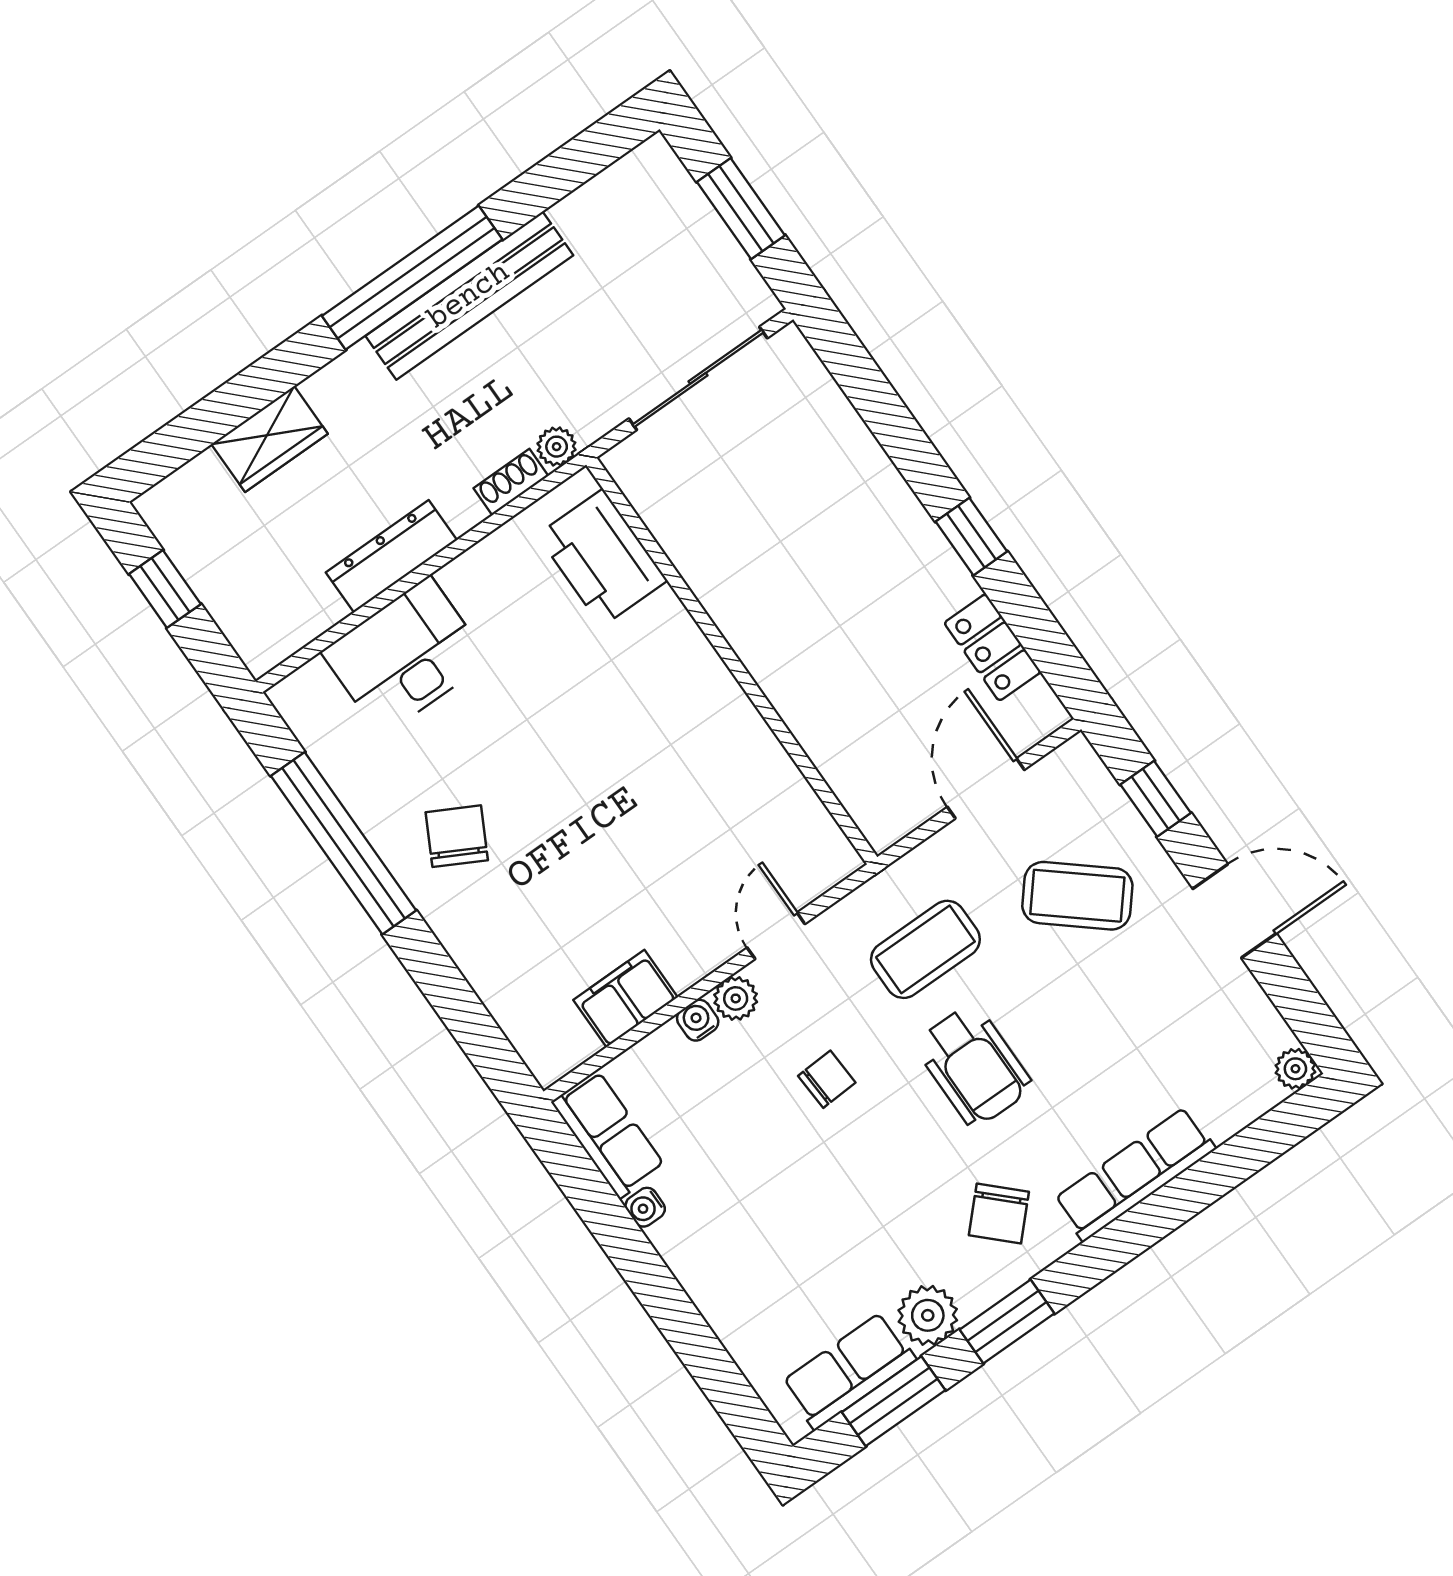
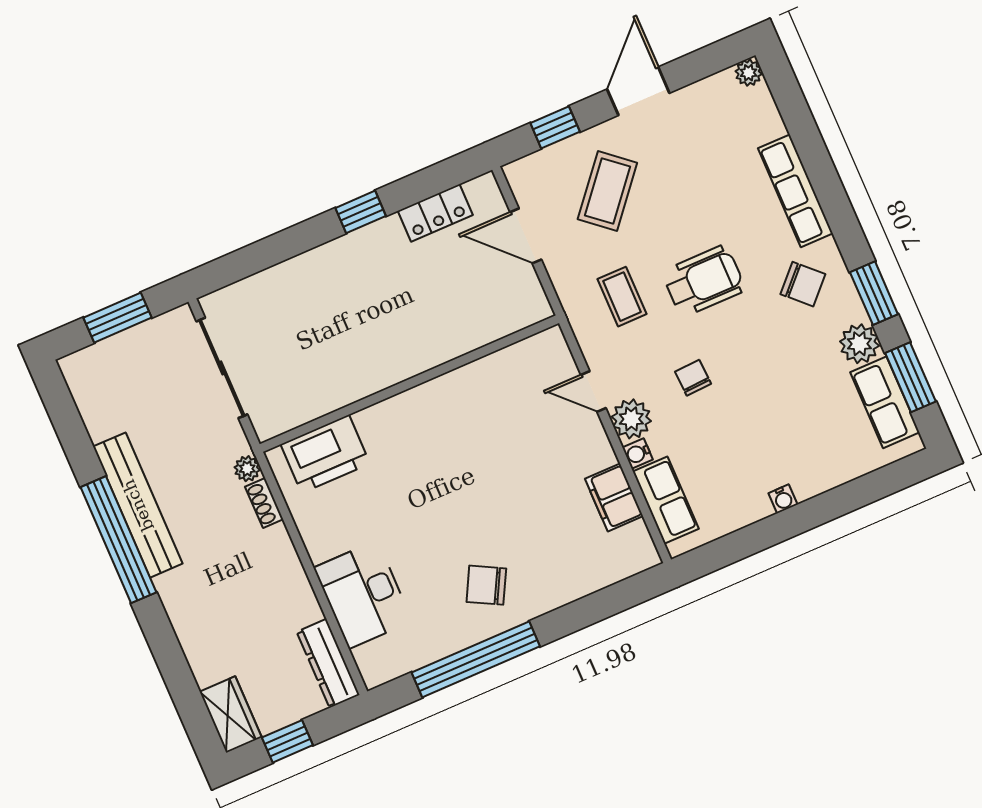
wardrobe: (270, 439) -> (231, 715), moved
dresser: (391, 556) -> (328, 663), moved
coffee table: (925, 949) -> (622, 297), width x0.73, depth x0.77
plant: (736, 998) -> (631, 419), width x1.38, depth x1.38
row of seats: (608, 1134) -> (666, 500), moved, turned 90
water cooler: (645, 1207) -> (783, 499), moved

